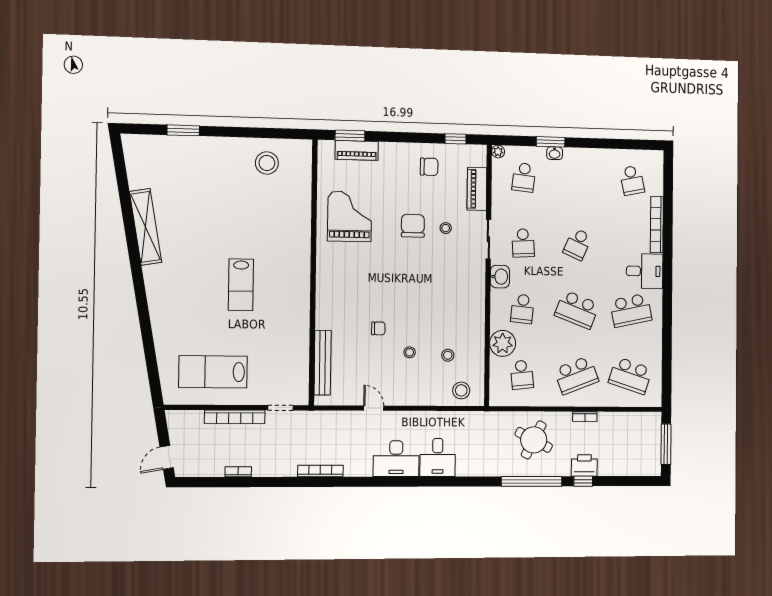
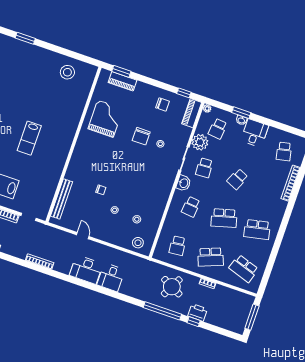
piano: (477, 189) -> (192, 113), moved
chair: (413, 226) -> (141, 136), turned 180
desk: (645, 271) -> (255, 133), moved, turned -90
school desk: (577, 310) -> (224, 218), turned -36
plant: (503, 343) -> (200, 142), moved

